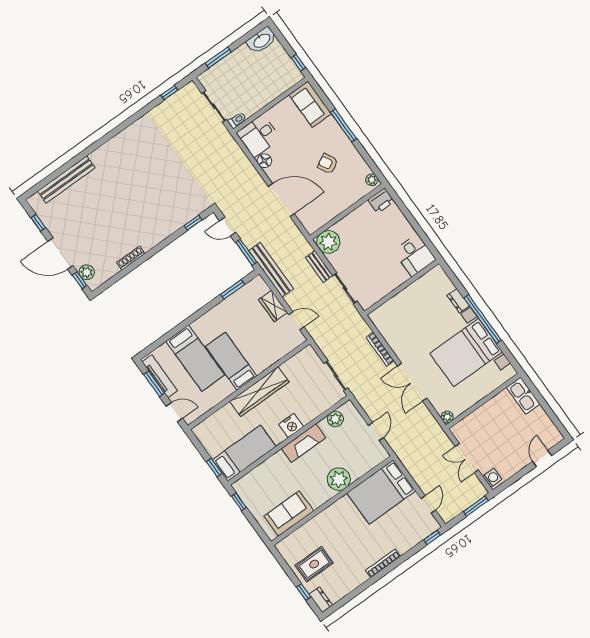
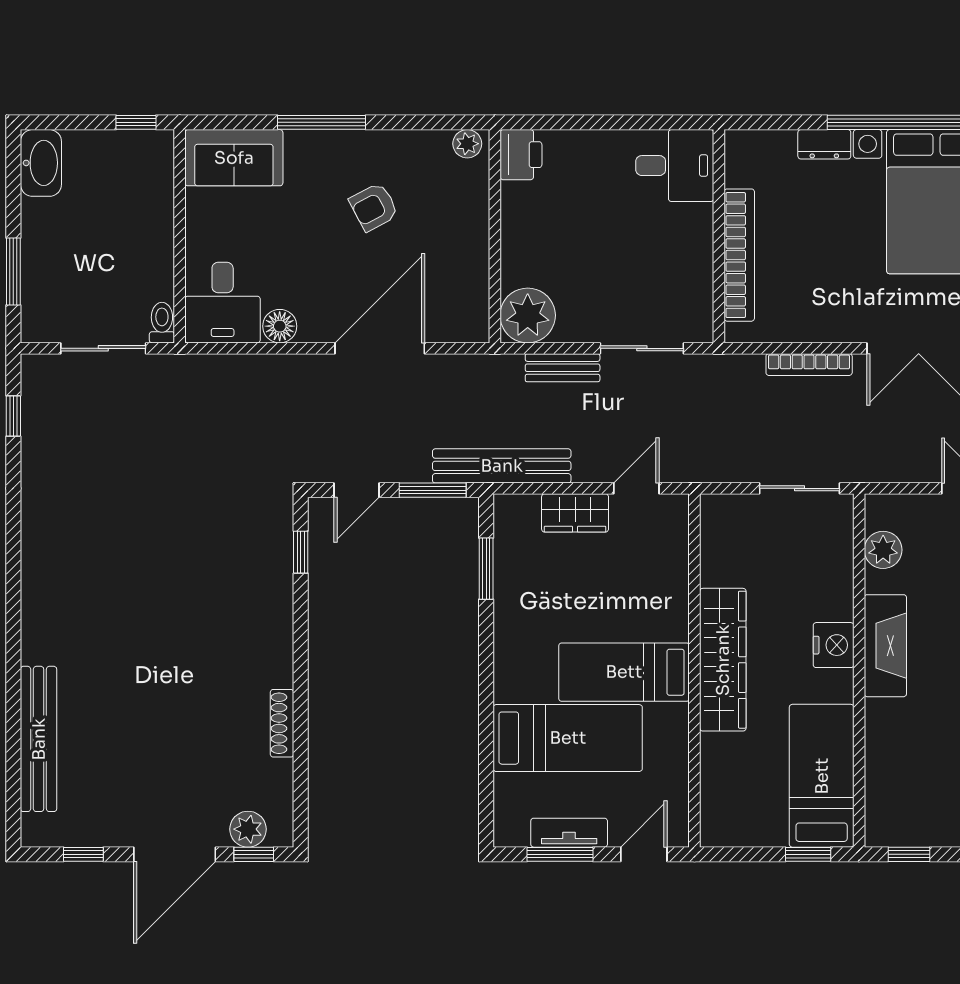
bookcase: (400, 299) -> (739, 255), added
tv unit: (160, 376) -> (569, 833), width x0.71

